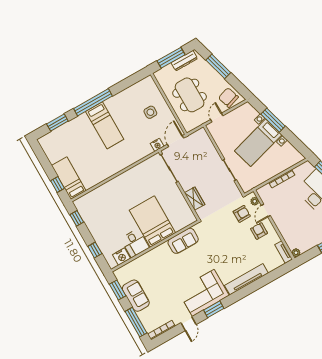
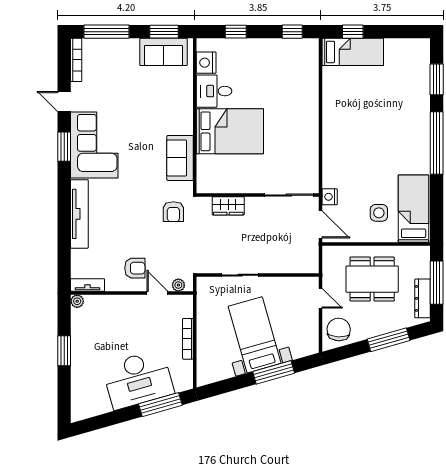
chair: (228, 98) -> (339, 329), turned -69
bed: (105, 125) -> (414, 209), moved, turned 90
armchair: (242, 214) -> (173, 212), moved
sofa: (136, 296) -> (164, 52), moved

